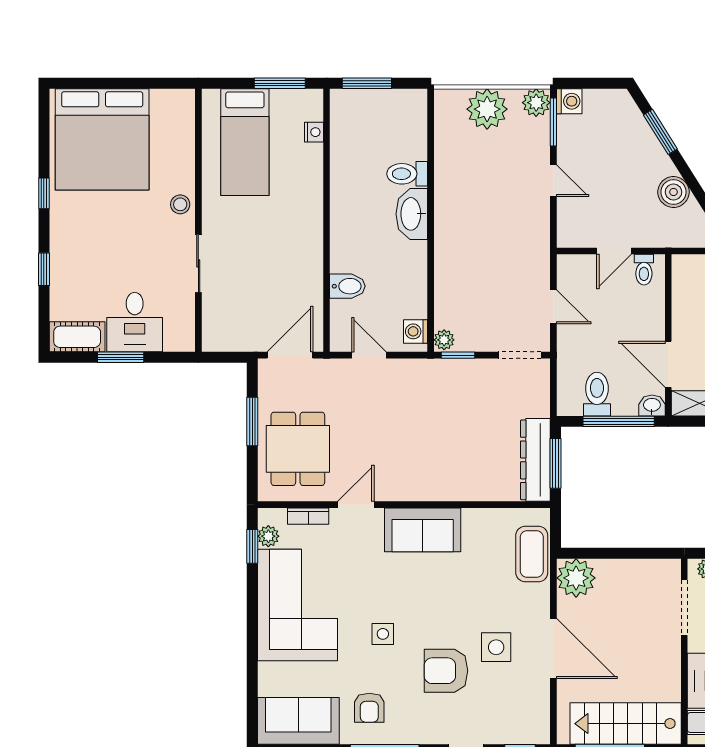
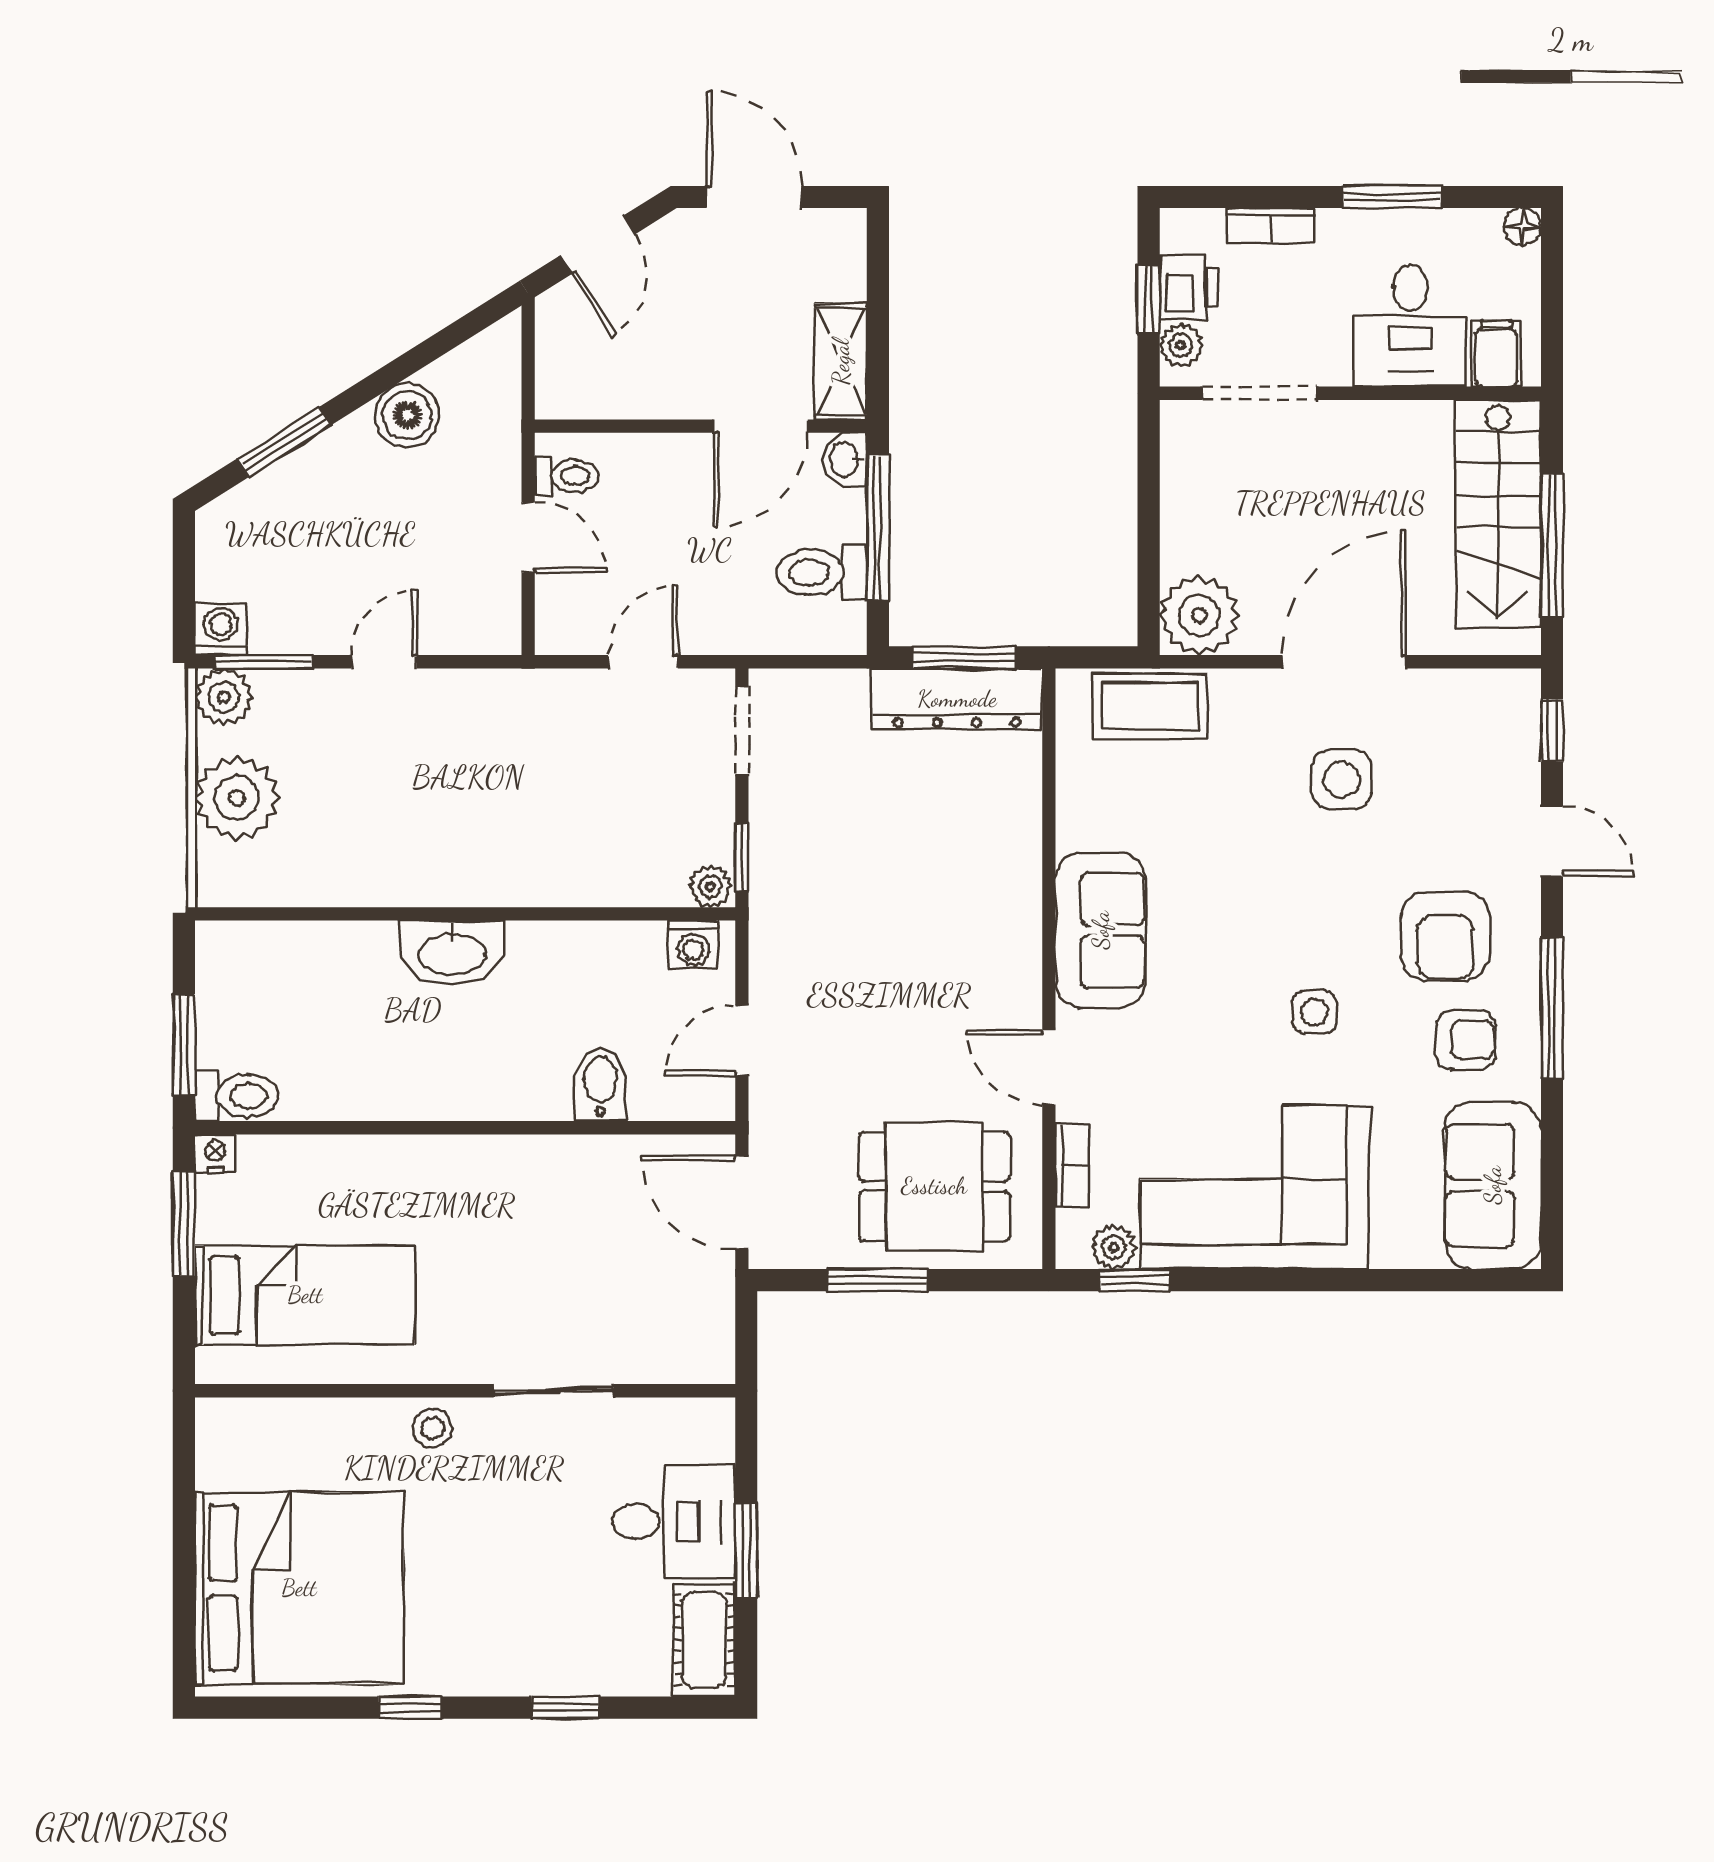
nightstand: (314, 132) -> (215, 1153), moved
toilet: (407, 174) -> (237, 1096), moved, turned -90
armchair: (446, 671) -> (1445, 936), moved

